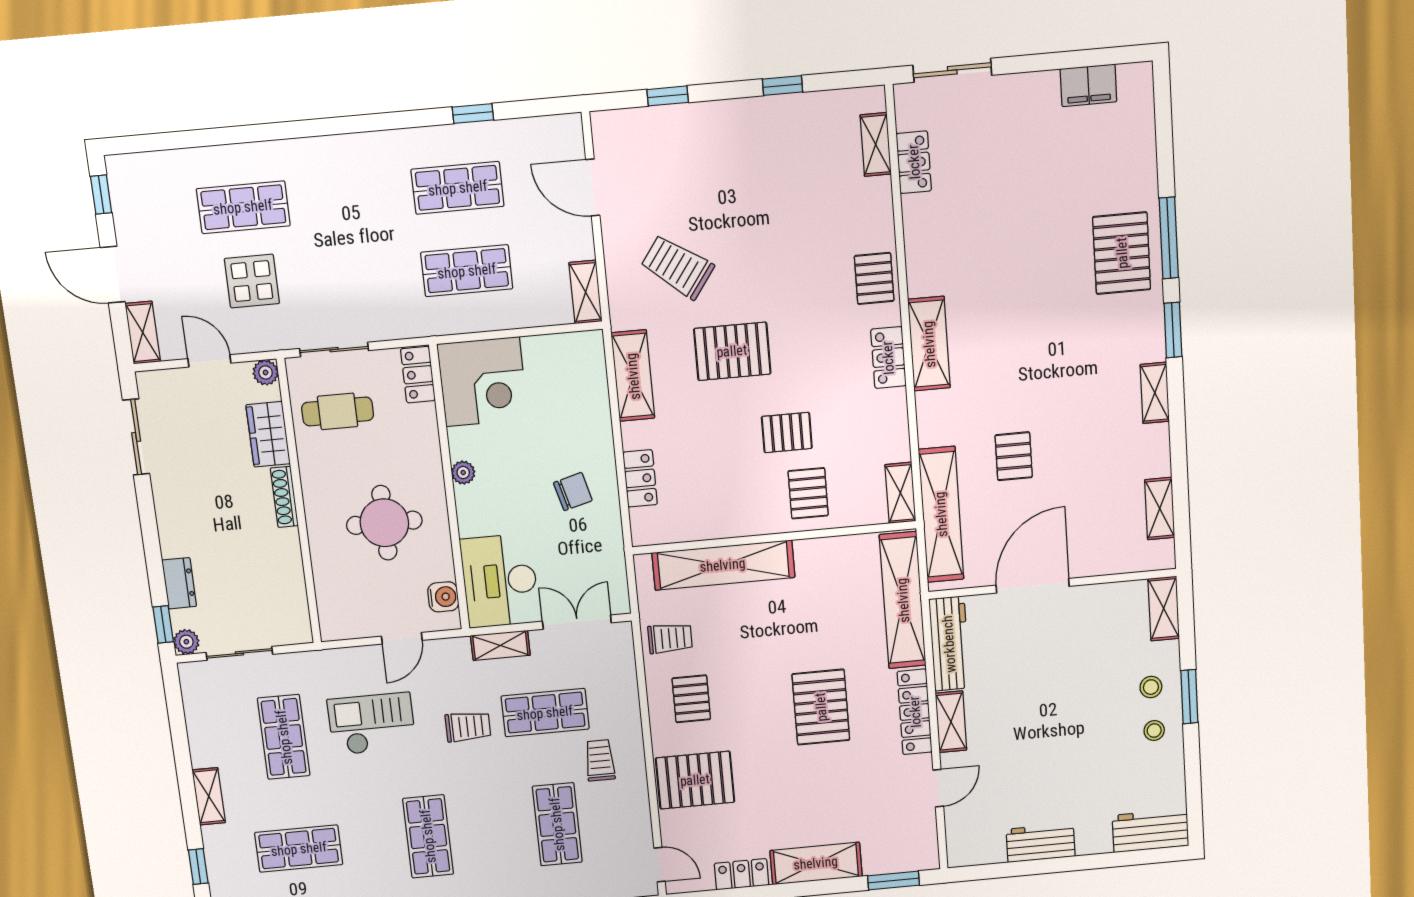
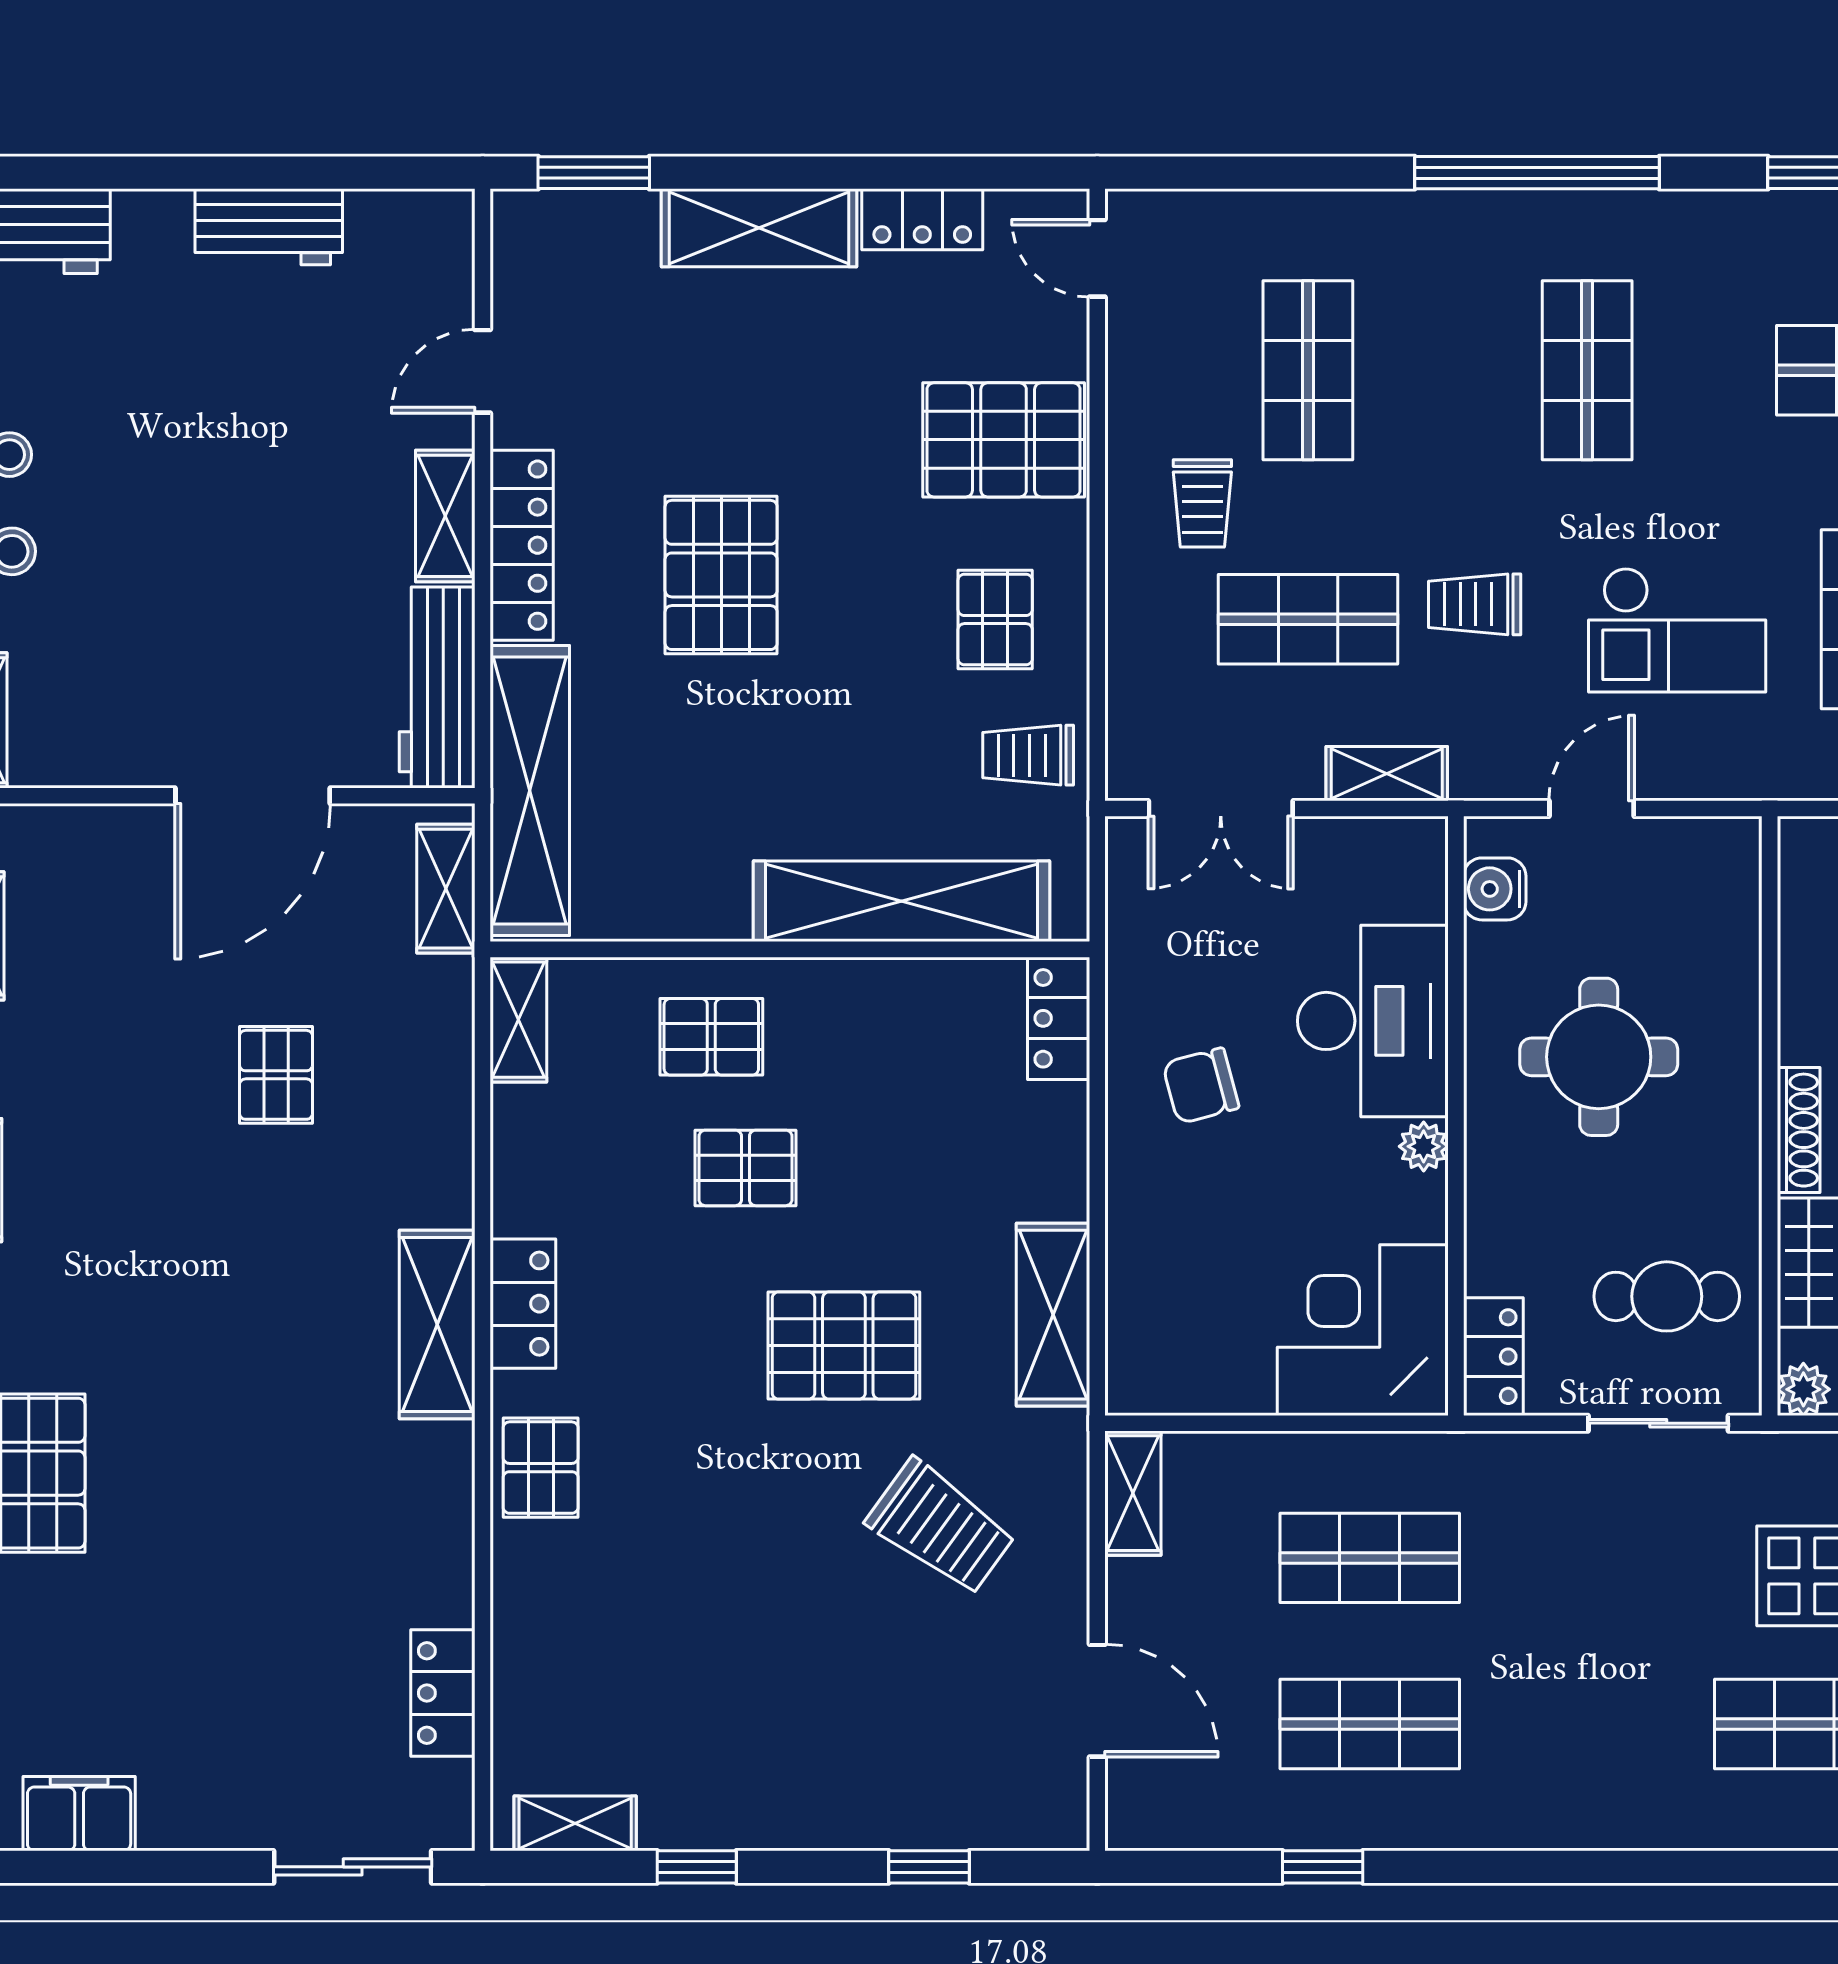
shelving: (876, 144) -> (575, 1823), moved, turned 90
locker: (640, 478) -> (1059, 1018), moved
pallet: (808, 493) -> (711, 1037), turned 90
shelving: (941, 514) -> (446, 889), width x0.45, depth x0.75
desk: (500, 581) -> (1373, 1021), moved

